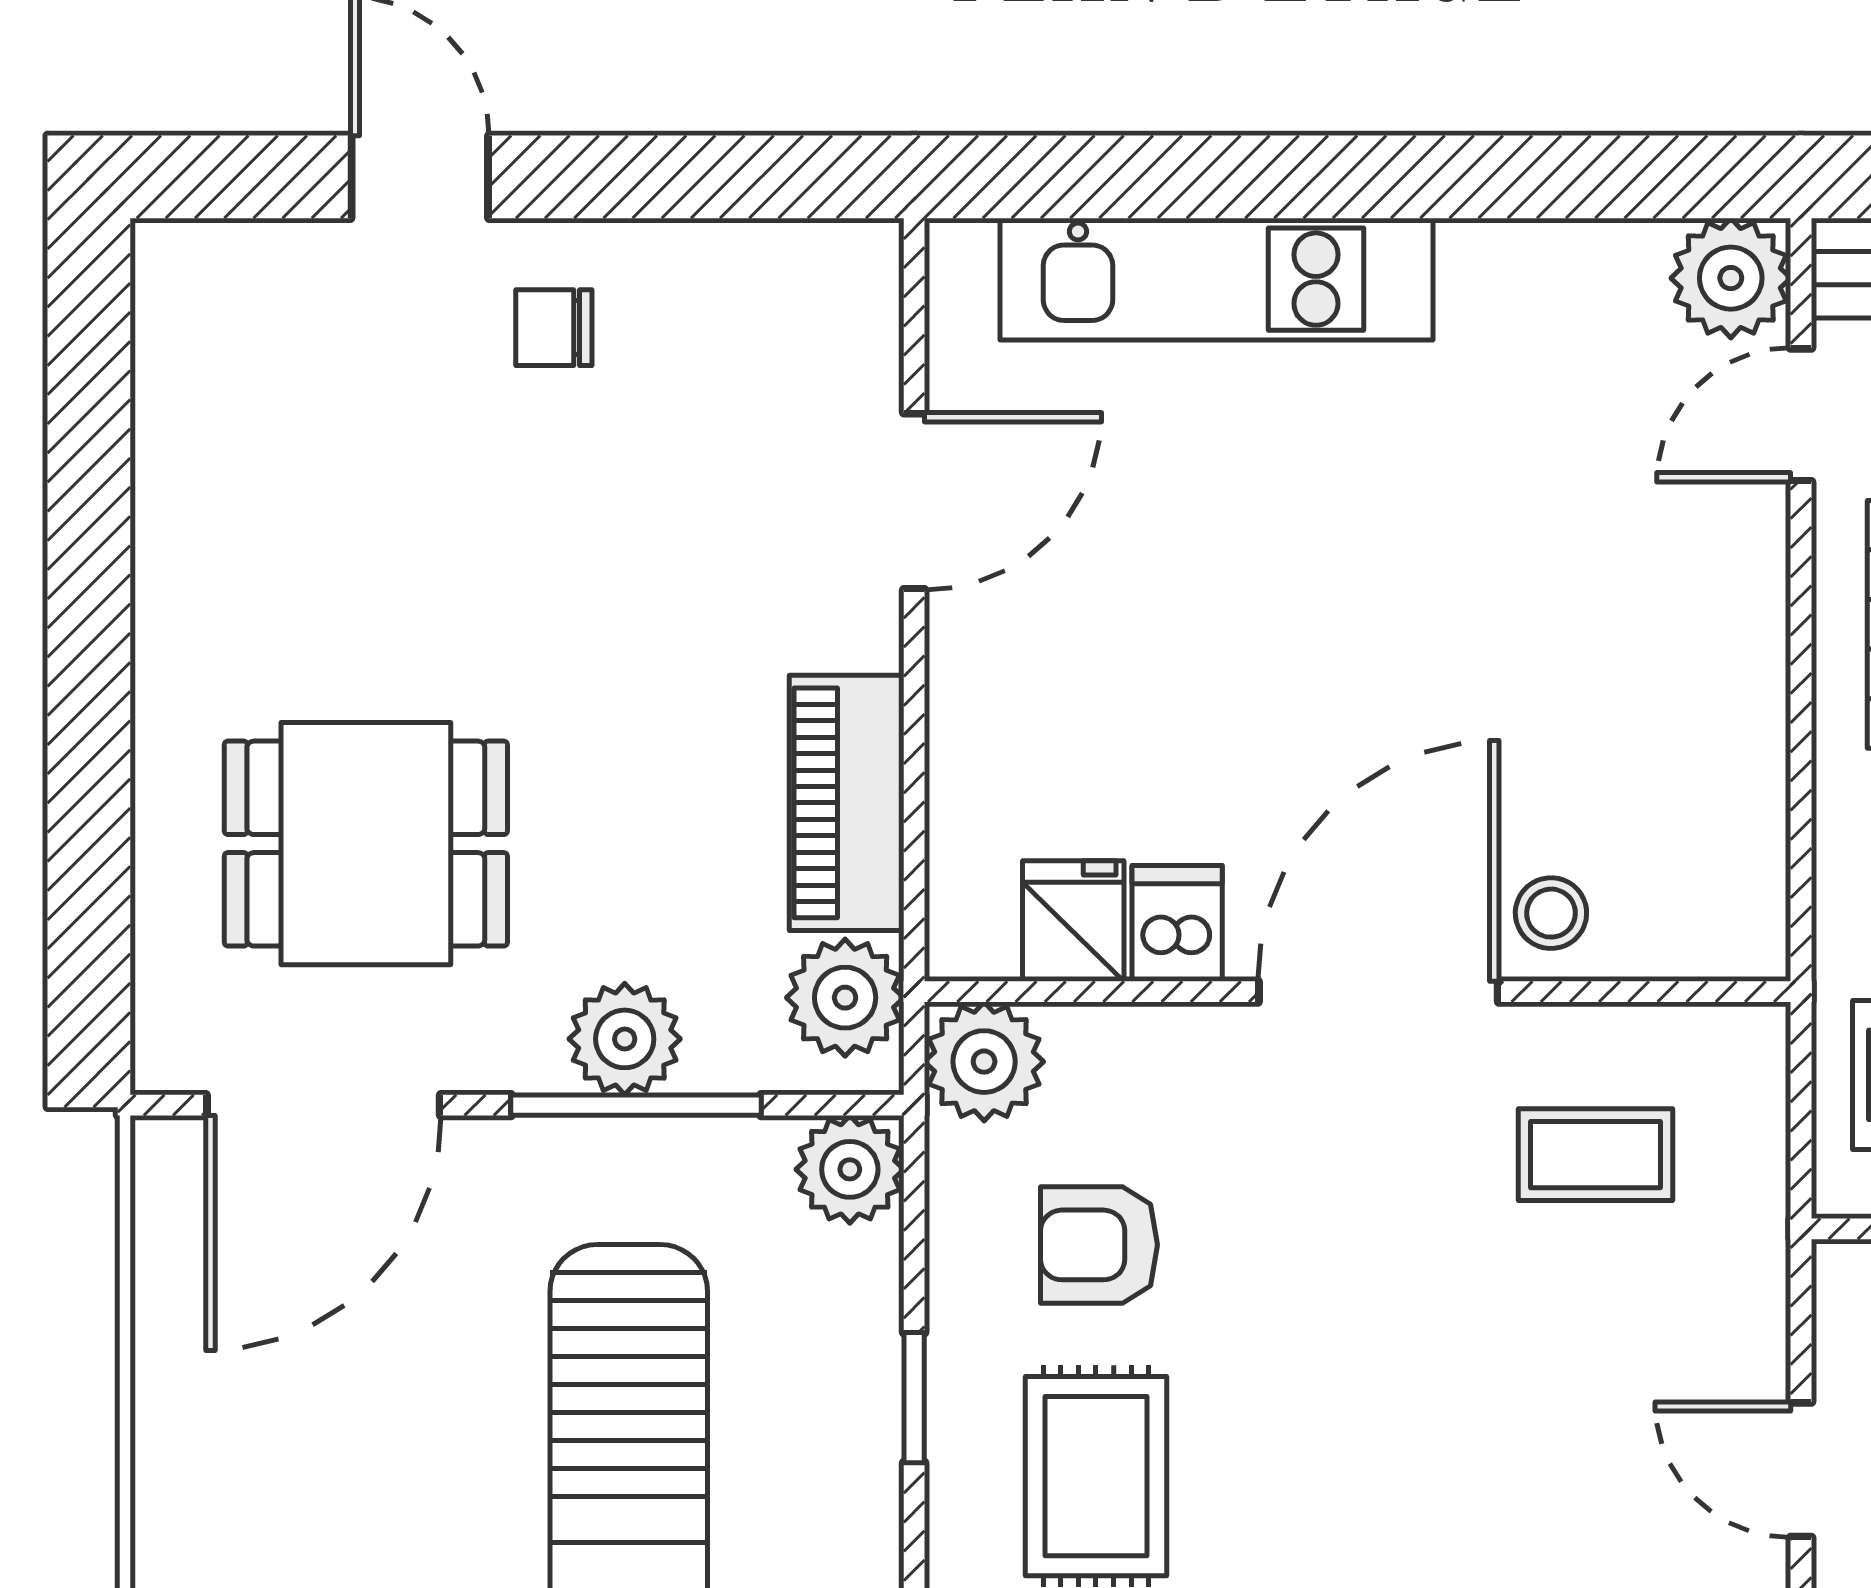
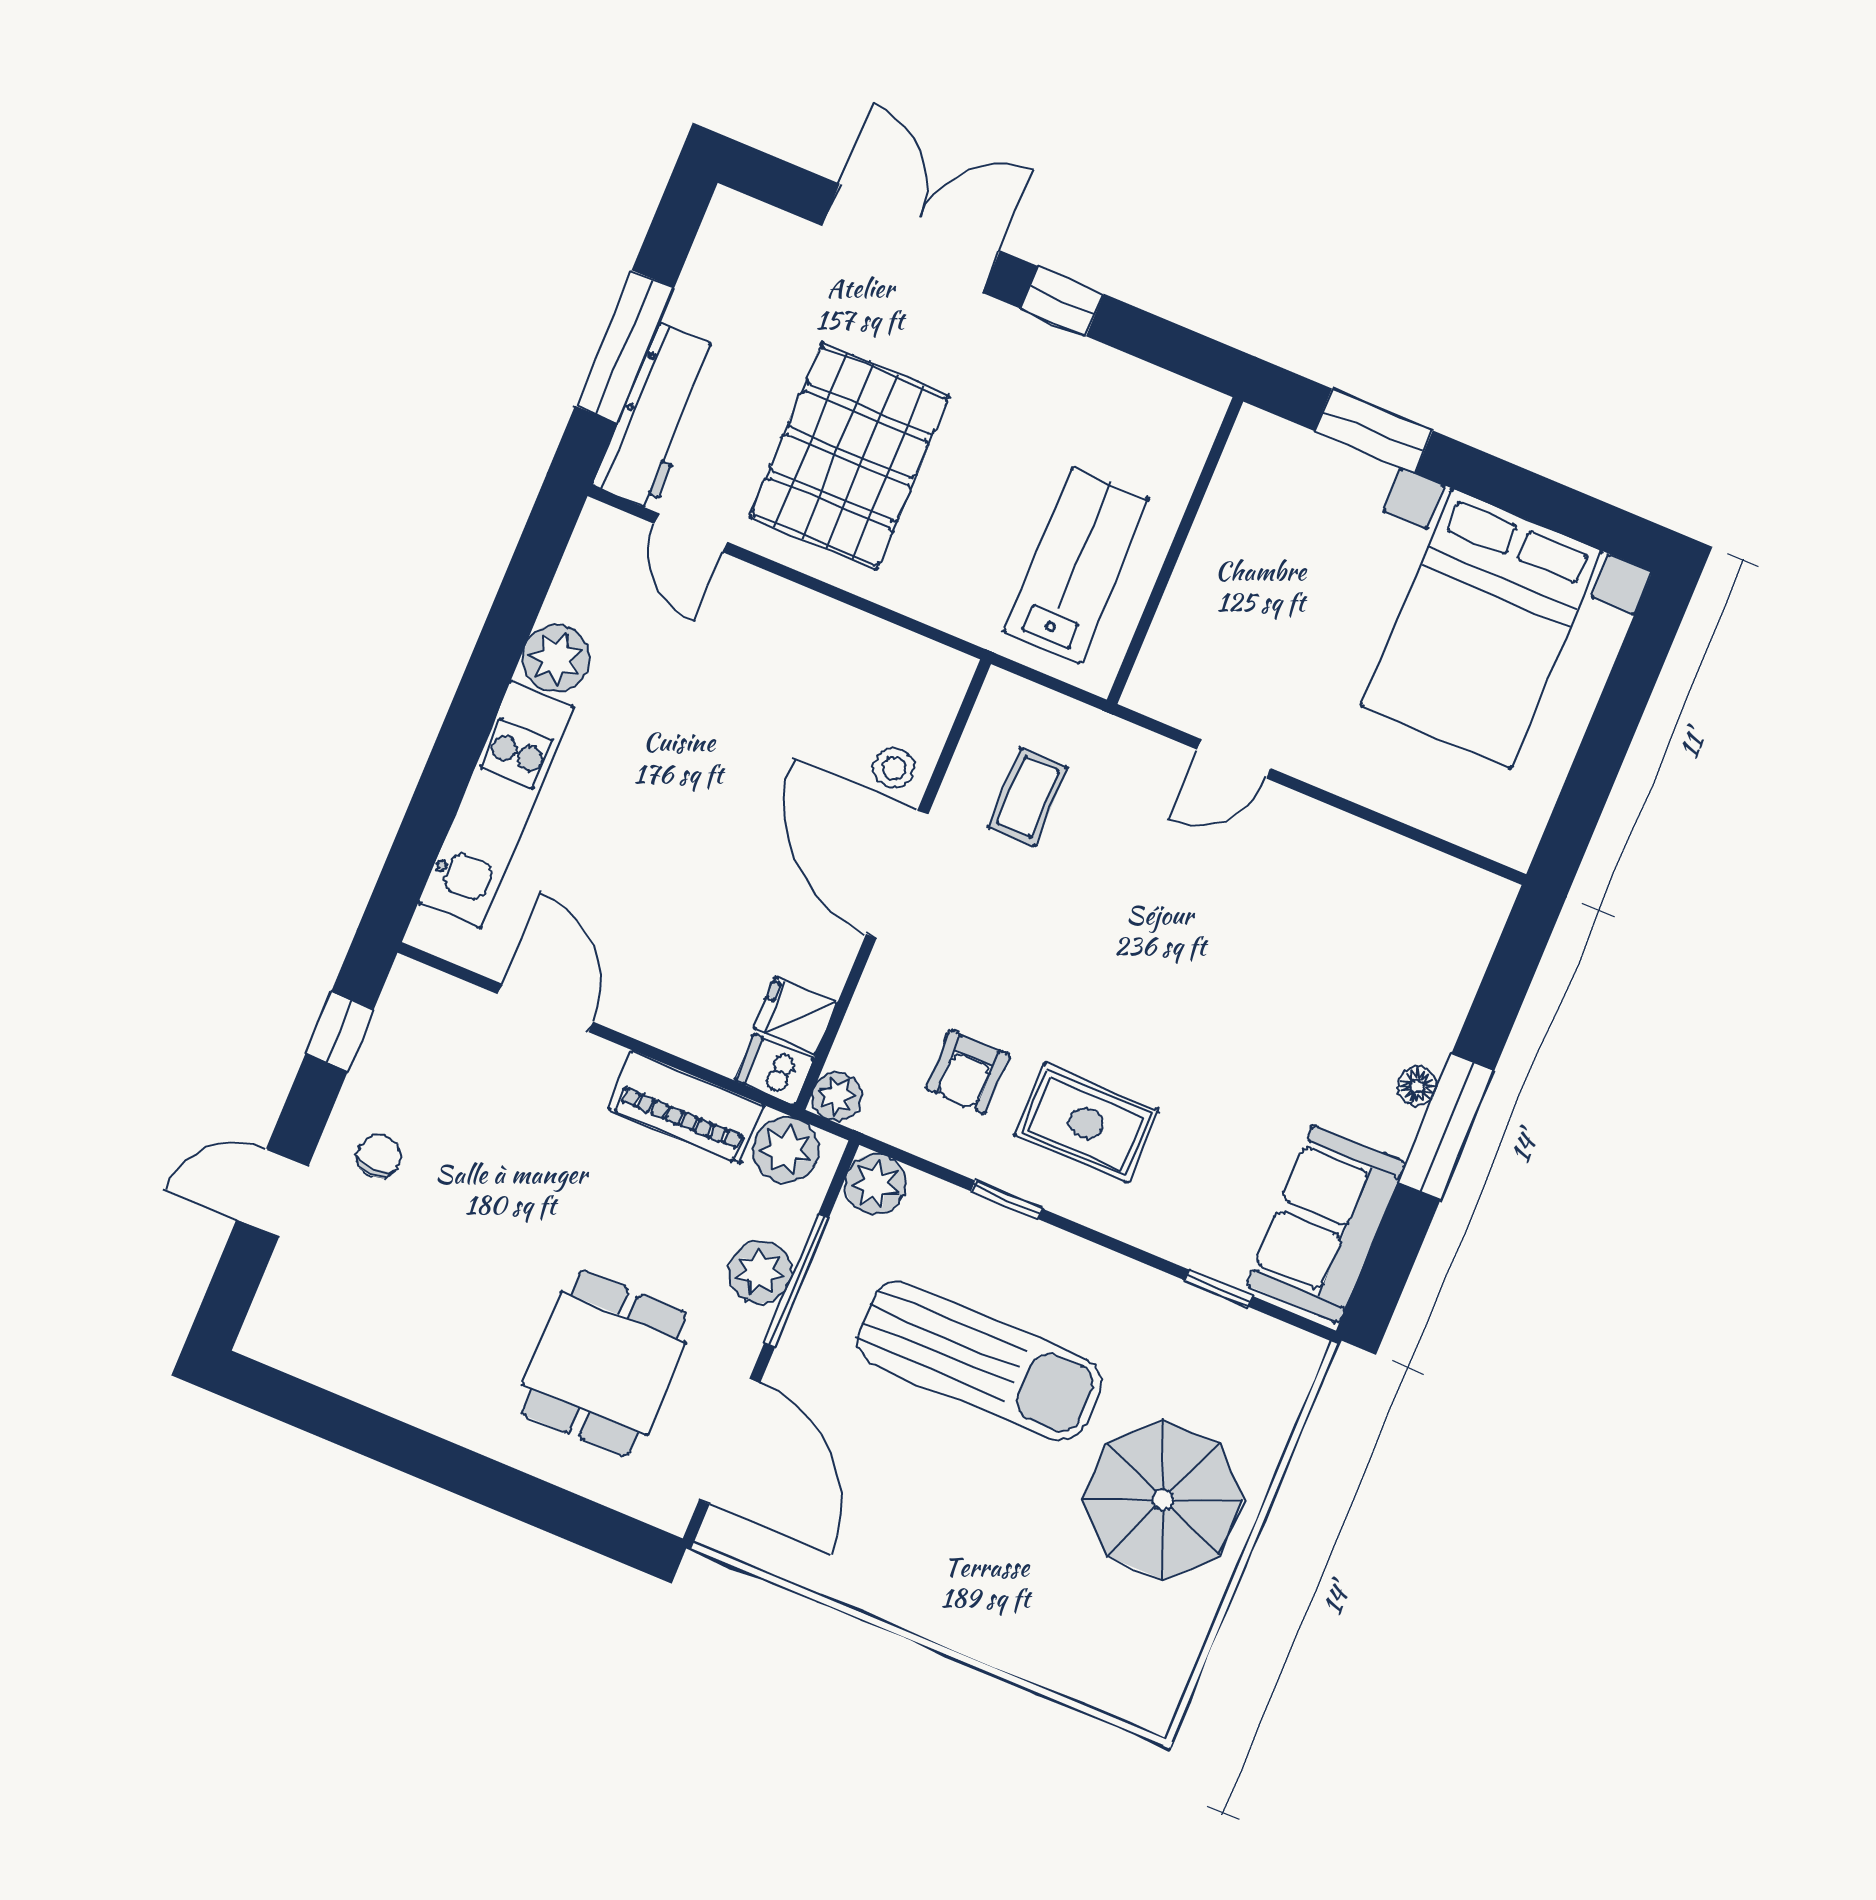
window: (733, 177) -> (340, 1032), added
plant: (1731, 278) -> (556, 658), moved
chair: (554, 328) -> (379, 1156), turned 180
dishwasher: (1177, 923) -> (774, 1070), moved
plant: (984, 1062) -> (837, 1097), width x0.73, depth x0.73

